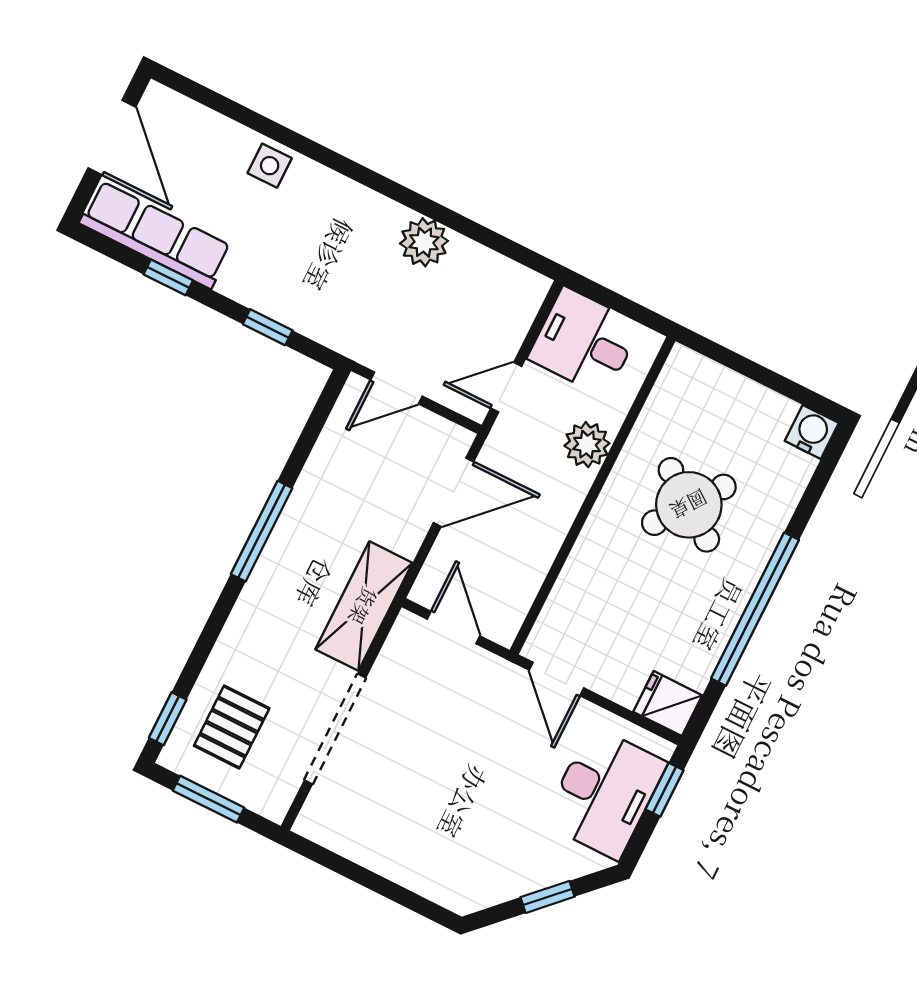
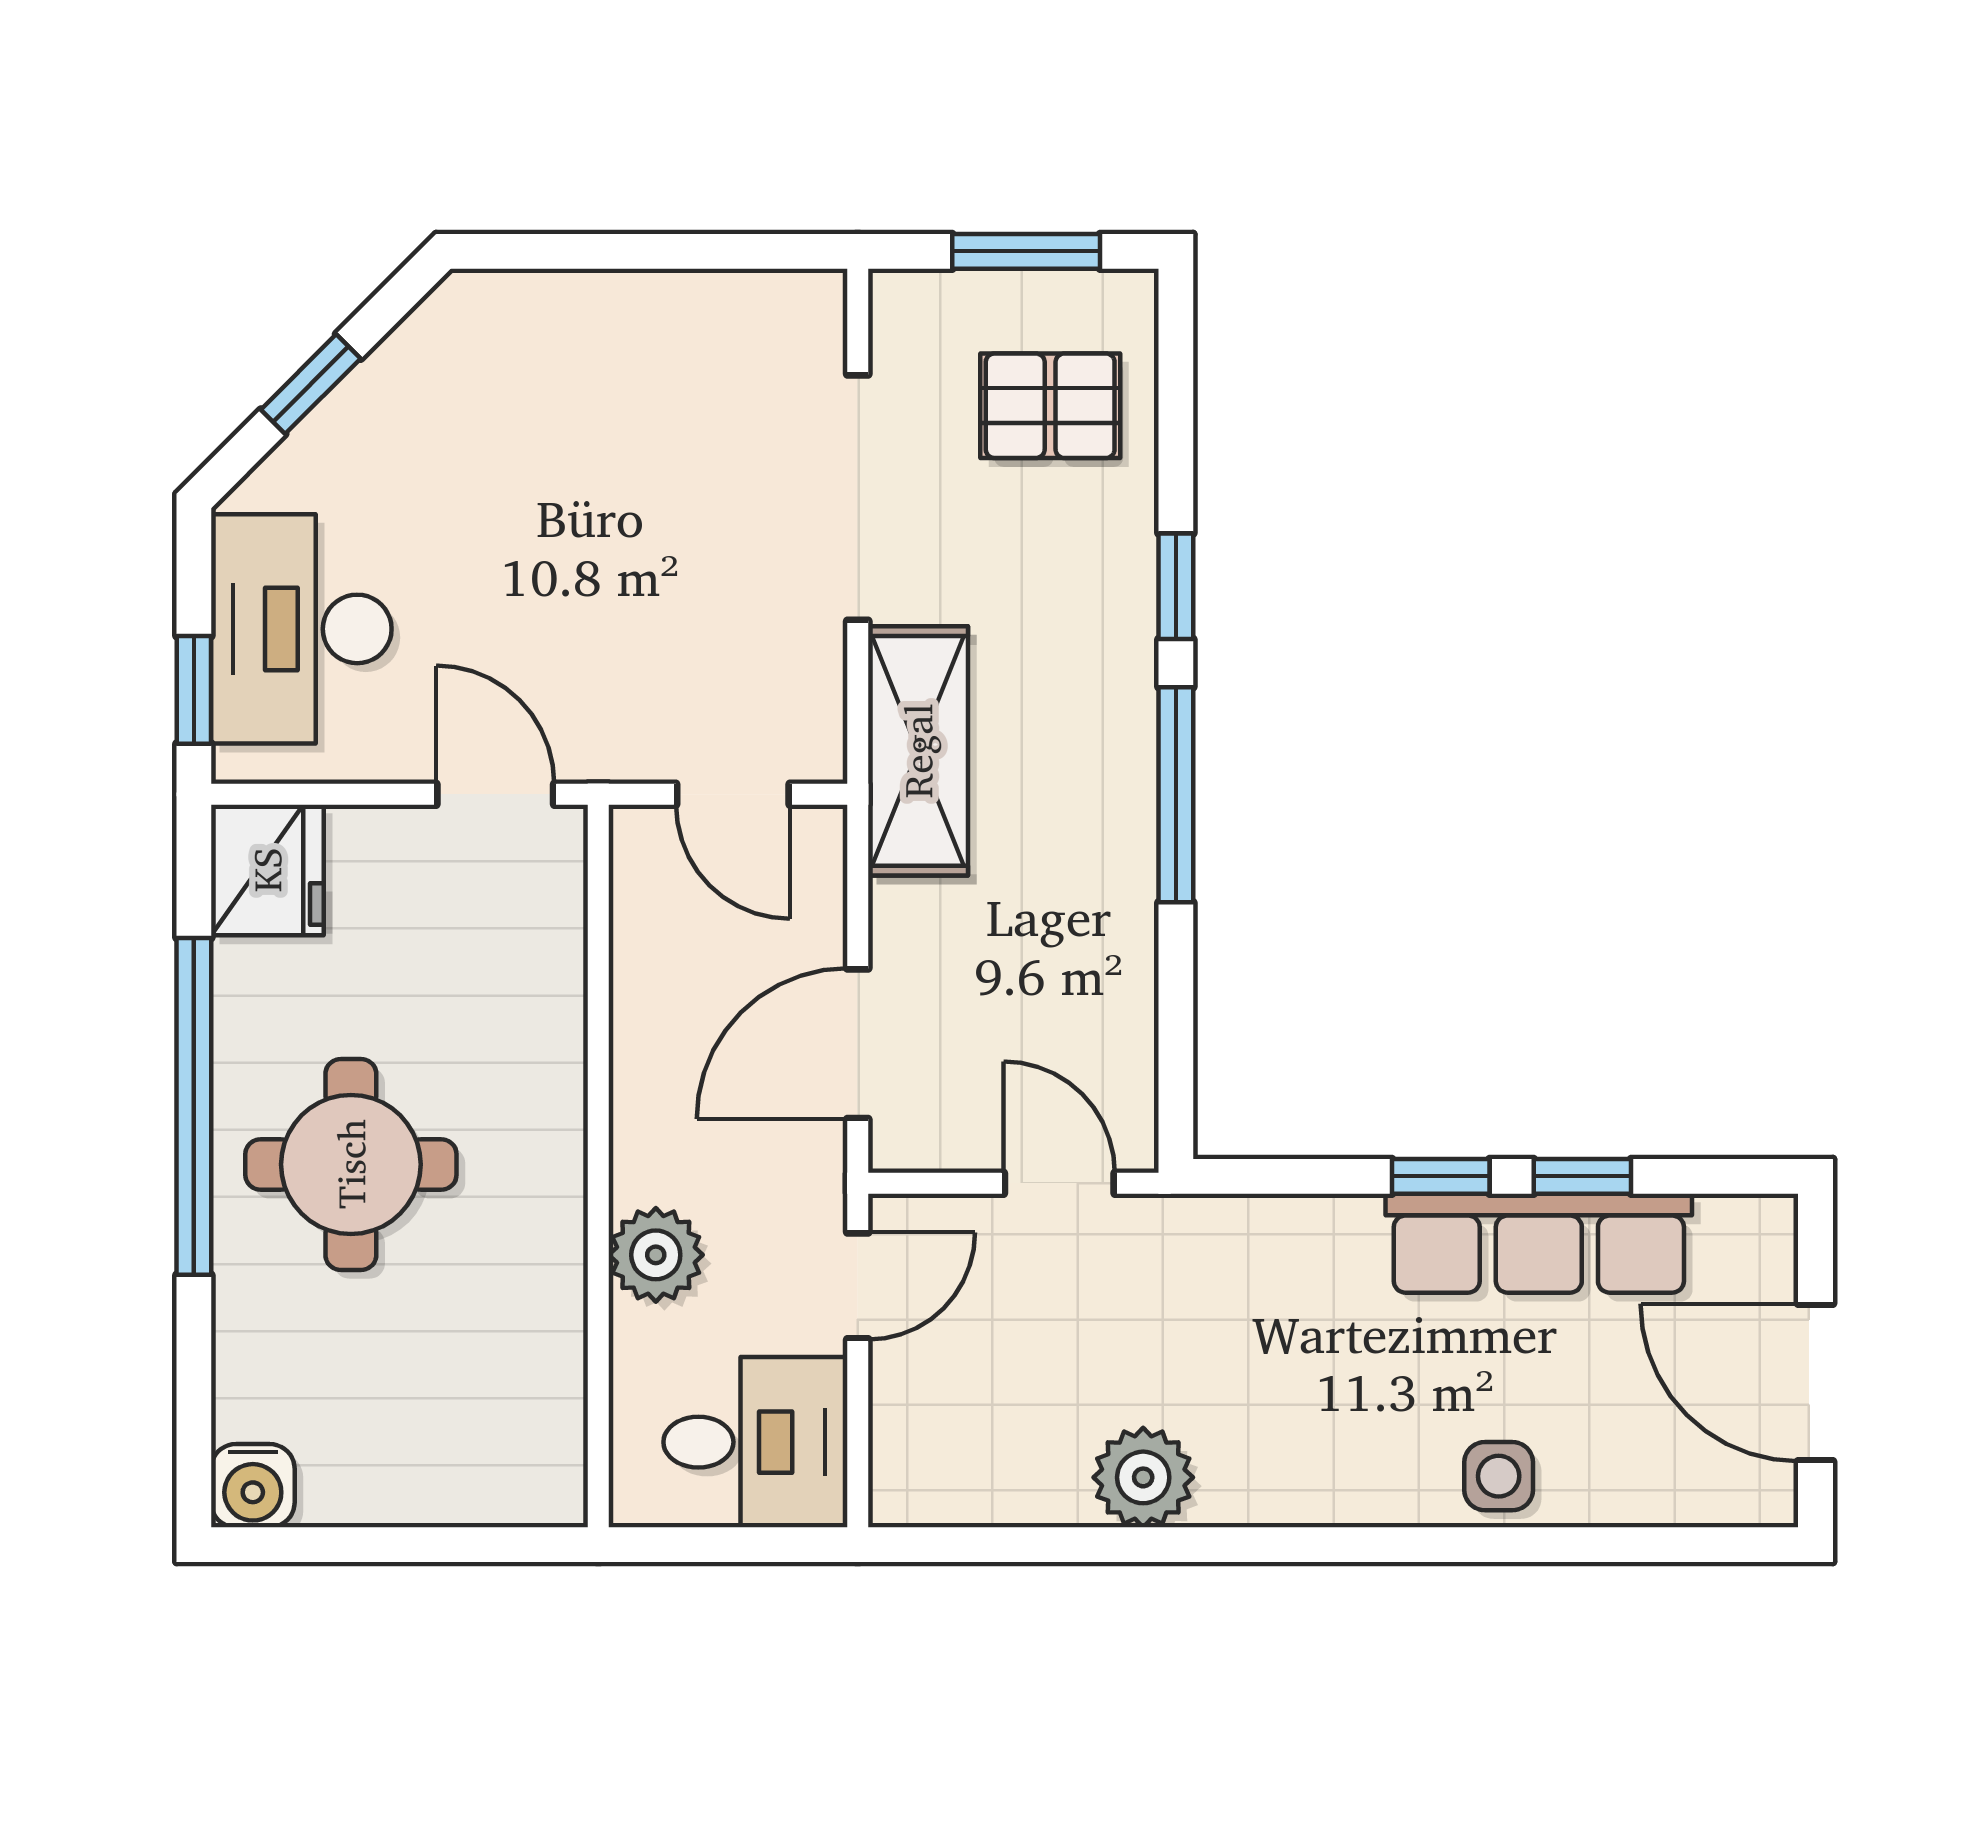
row of seats: (156, 235) -> (1539, 1243), moved
window: (268, 327) -> (1441, 1176), moved
door: (397, 388) -> (1059, 1183), hinge flipped
round table: (689, 505) -> (351, 1164), moved, turned -36
fridge: (668, 704) -> (267, 870), width x1.38
window: (168, 719) -> (1176, 586), moved
pallet: (232, 727) -> (1050, 406), turned 90

